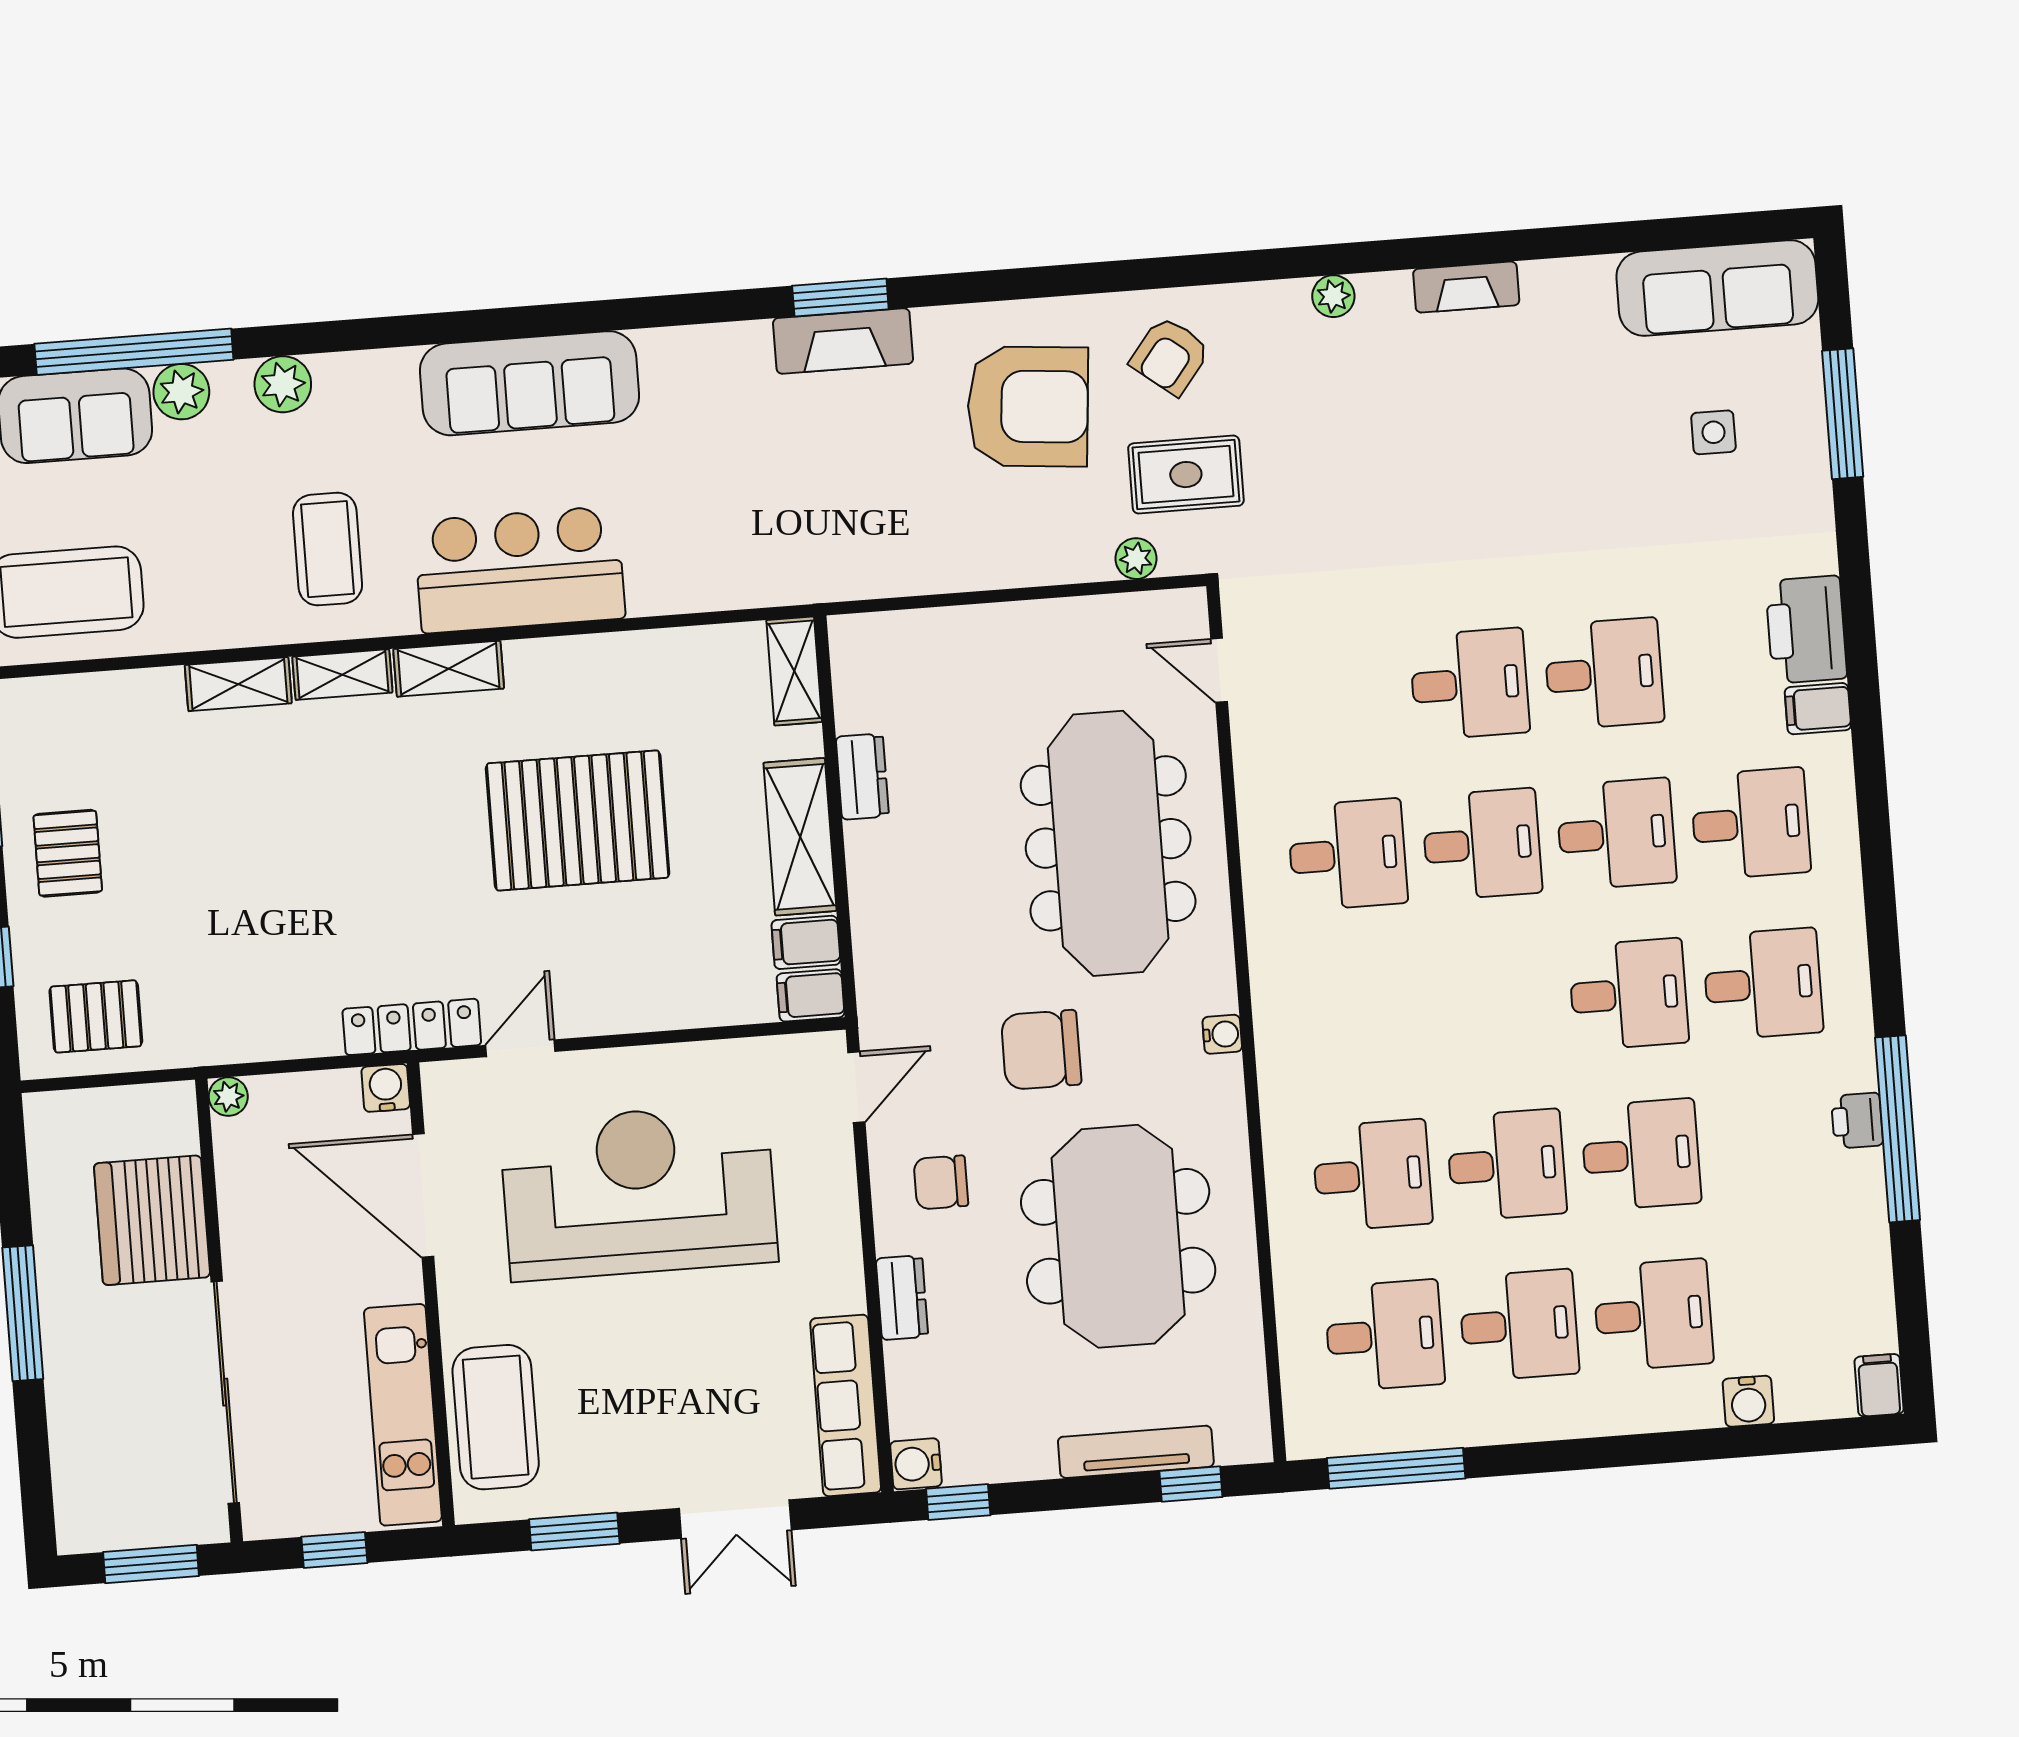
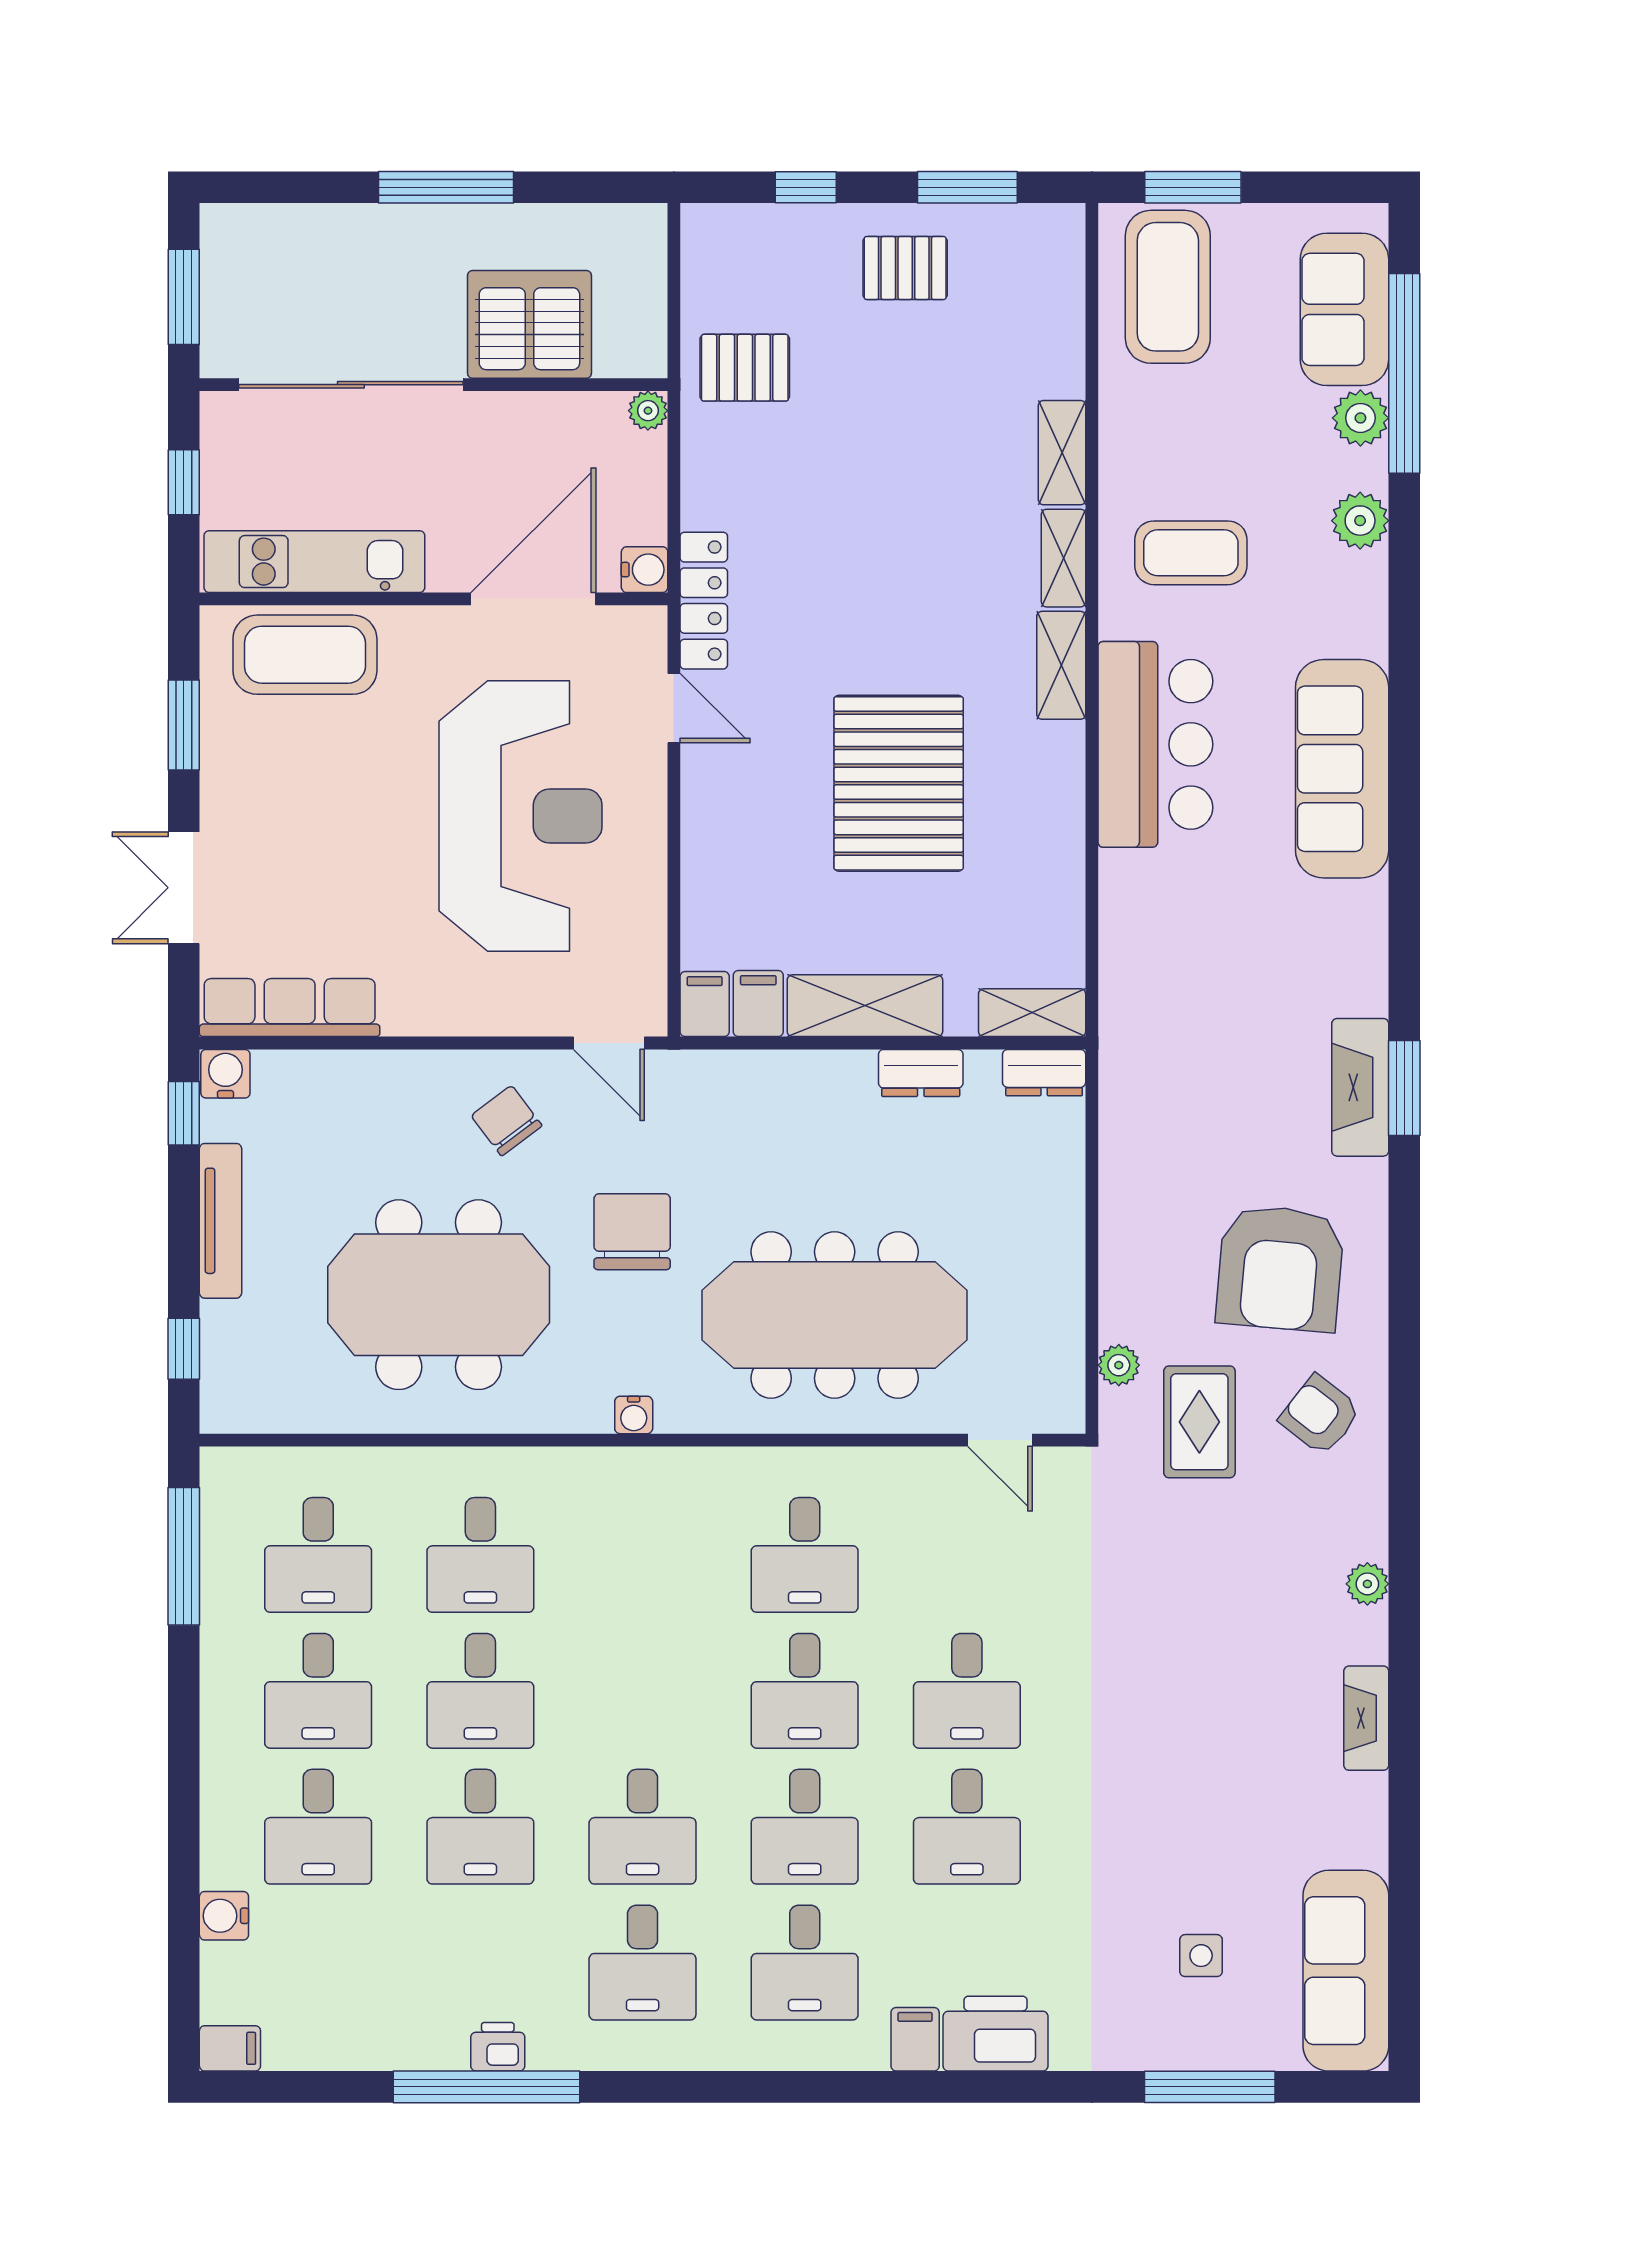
door: (1219, 670) -> (1000, 1440), swing flipped
pallet: (96, 1016) -> (745, 368), moved, turned 90
chair: (941, 1182) -> (507, 1121), turned -37
dresser: (902, 1298) -> (1044, 1073), moved
tv unit: (1136, 1452) -> (220, 1221), moved

